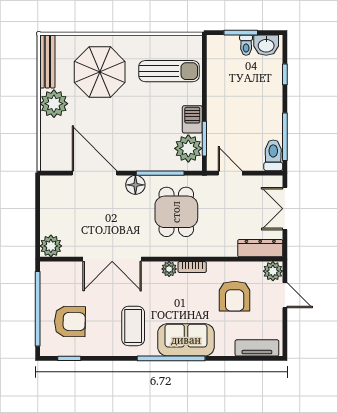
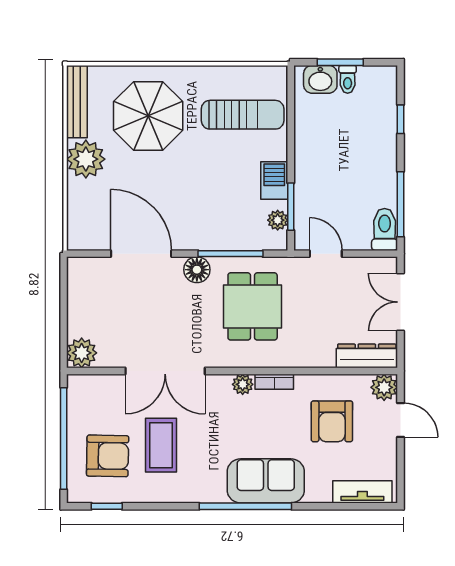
washbasin: (266, 45) -> (320, 79), moved
plant: (188, 148) -> (278, 220), width x0.53, depth x0.53
coffee table: (133, 326) -> (161, 445), moved

